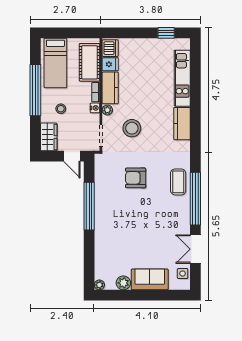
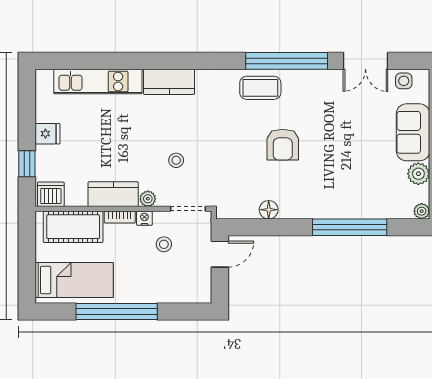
window: (166, 33) -> (27, 164), moved
fridge: (110, 64) -> (47, 134), moved, turned 90
stool: (61, 109) -> (164, 244), moved
stool: (132, 128) -> (176, 160), width x0.53, depth x0.53
wardrobe: (49, 137) -> (190, 291), removed
armchair: (136, 178) -> (283, 145), moved
floor lamp: (100, 187) -> (269, 210), added
window: (89, 206) -> (350, 227), moved

